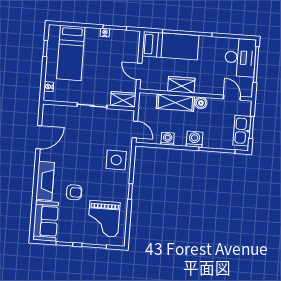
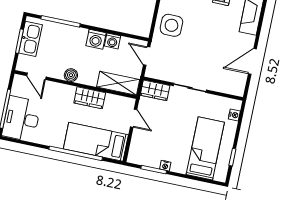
shelving: (175, 103) -> (118, 83), moved
washing machine: (194, 139) -> (96, 39), moved

